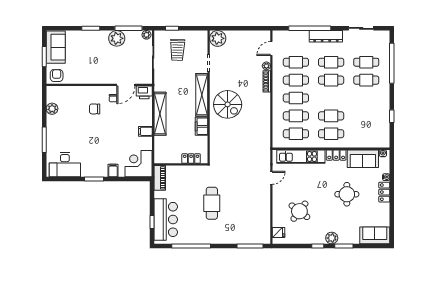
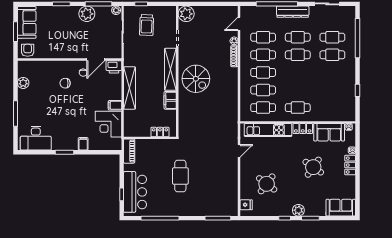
cafe table: (331, 116) -> (298, 90), removed
corner desk: (139, 164) -> (109, 124), moved, turned -90
round table: (347, 194) -> (313, 167), turned 35

